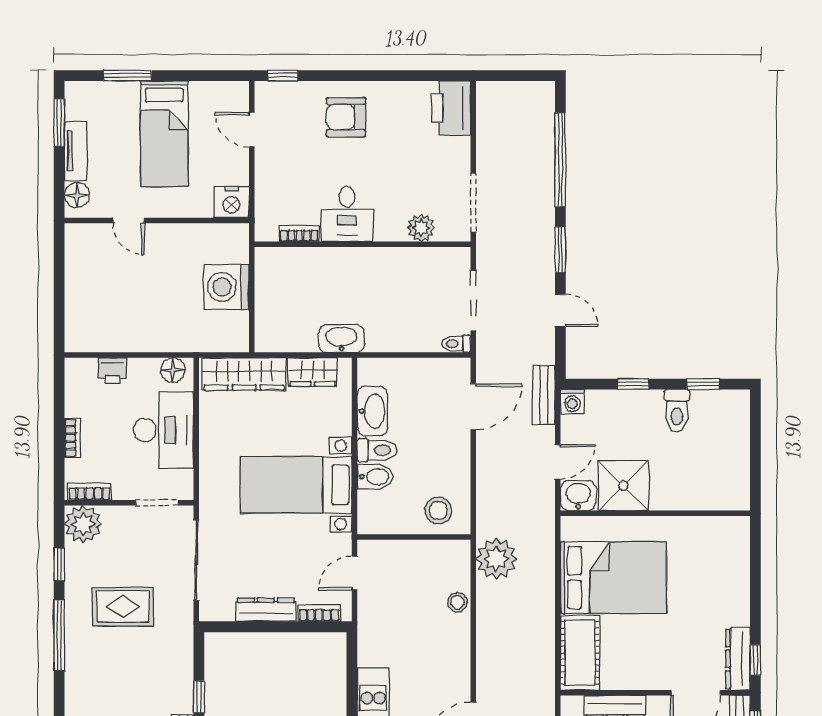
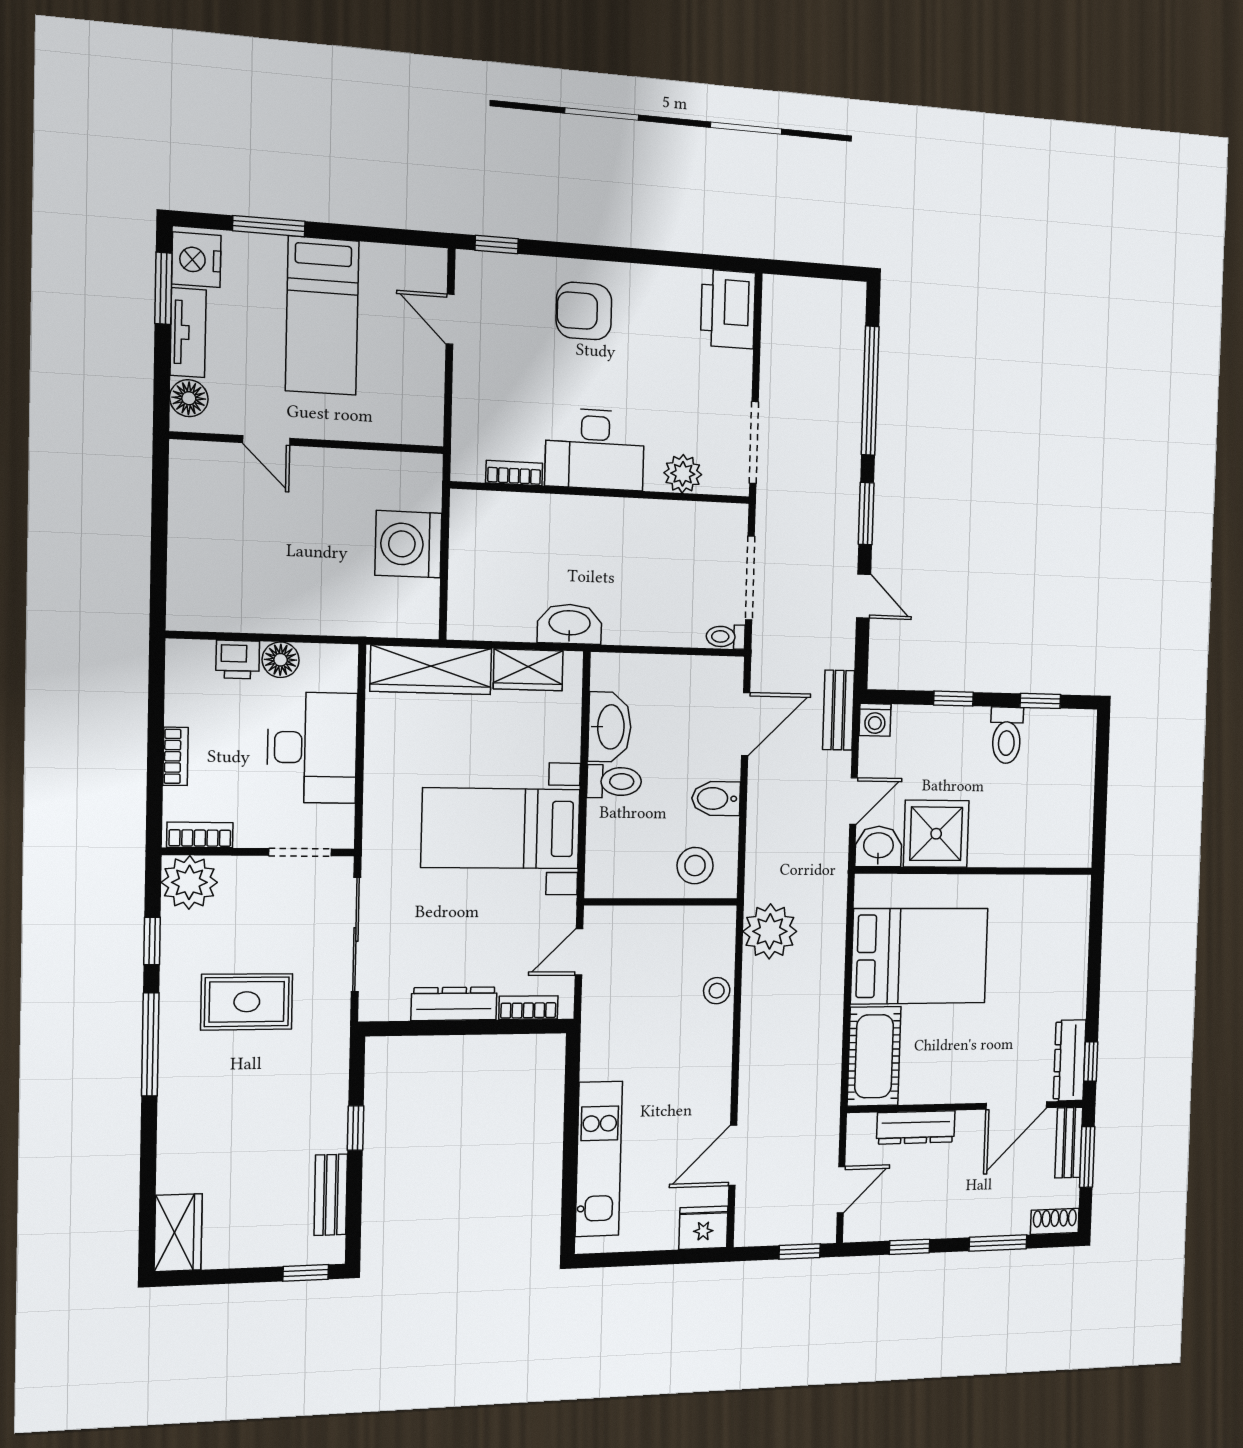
nightstand: (232, 202) -> (196, 260), moved, turned 90
desk: (347, 214) -> (595, 449), width x1.37
floor lamp: (173, 370) -> (281, 660), moved
bidet: (375, 477) -> (716, 798), moved, turned 180

